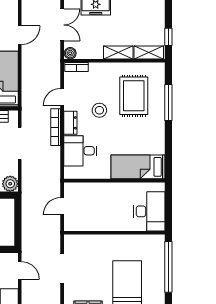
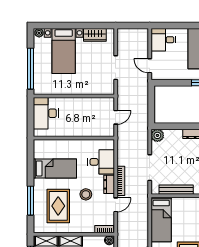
bed: (138, 167) -> (55, 168), moved

